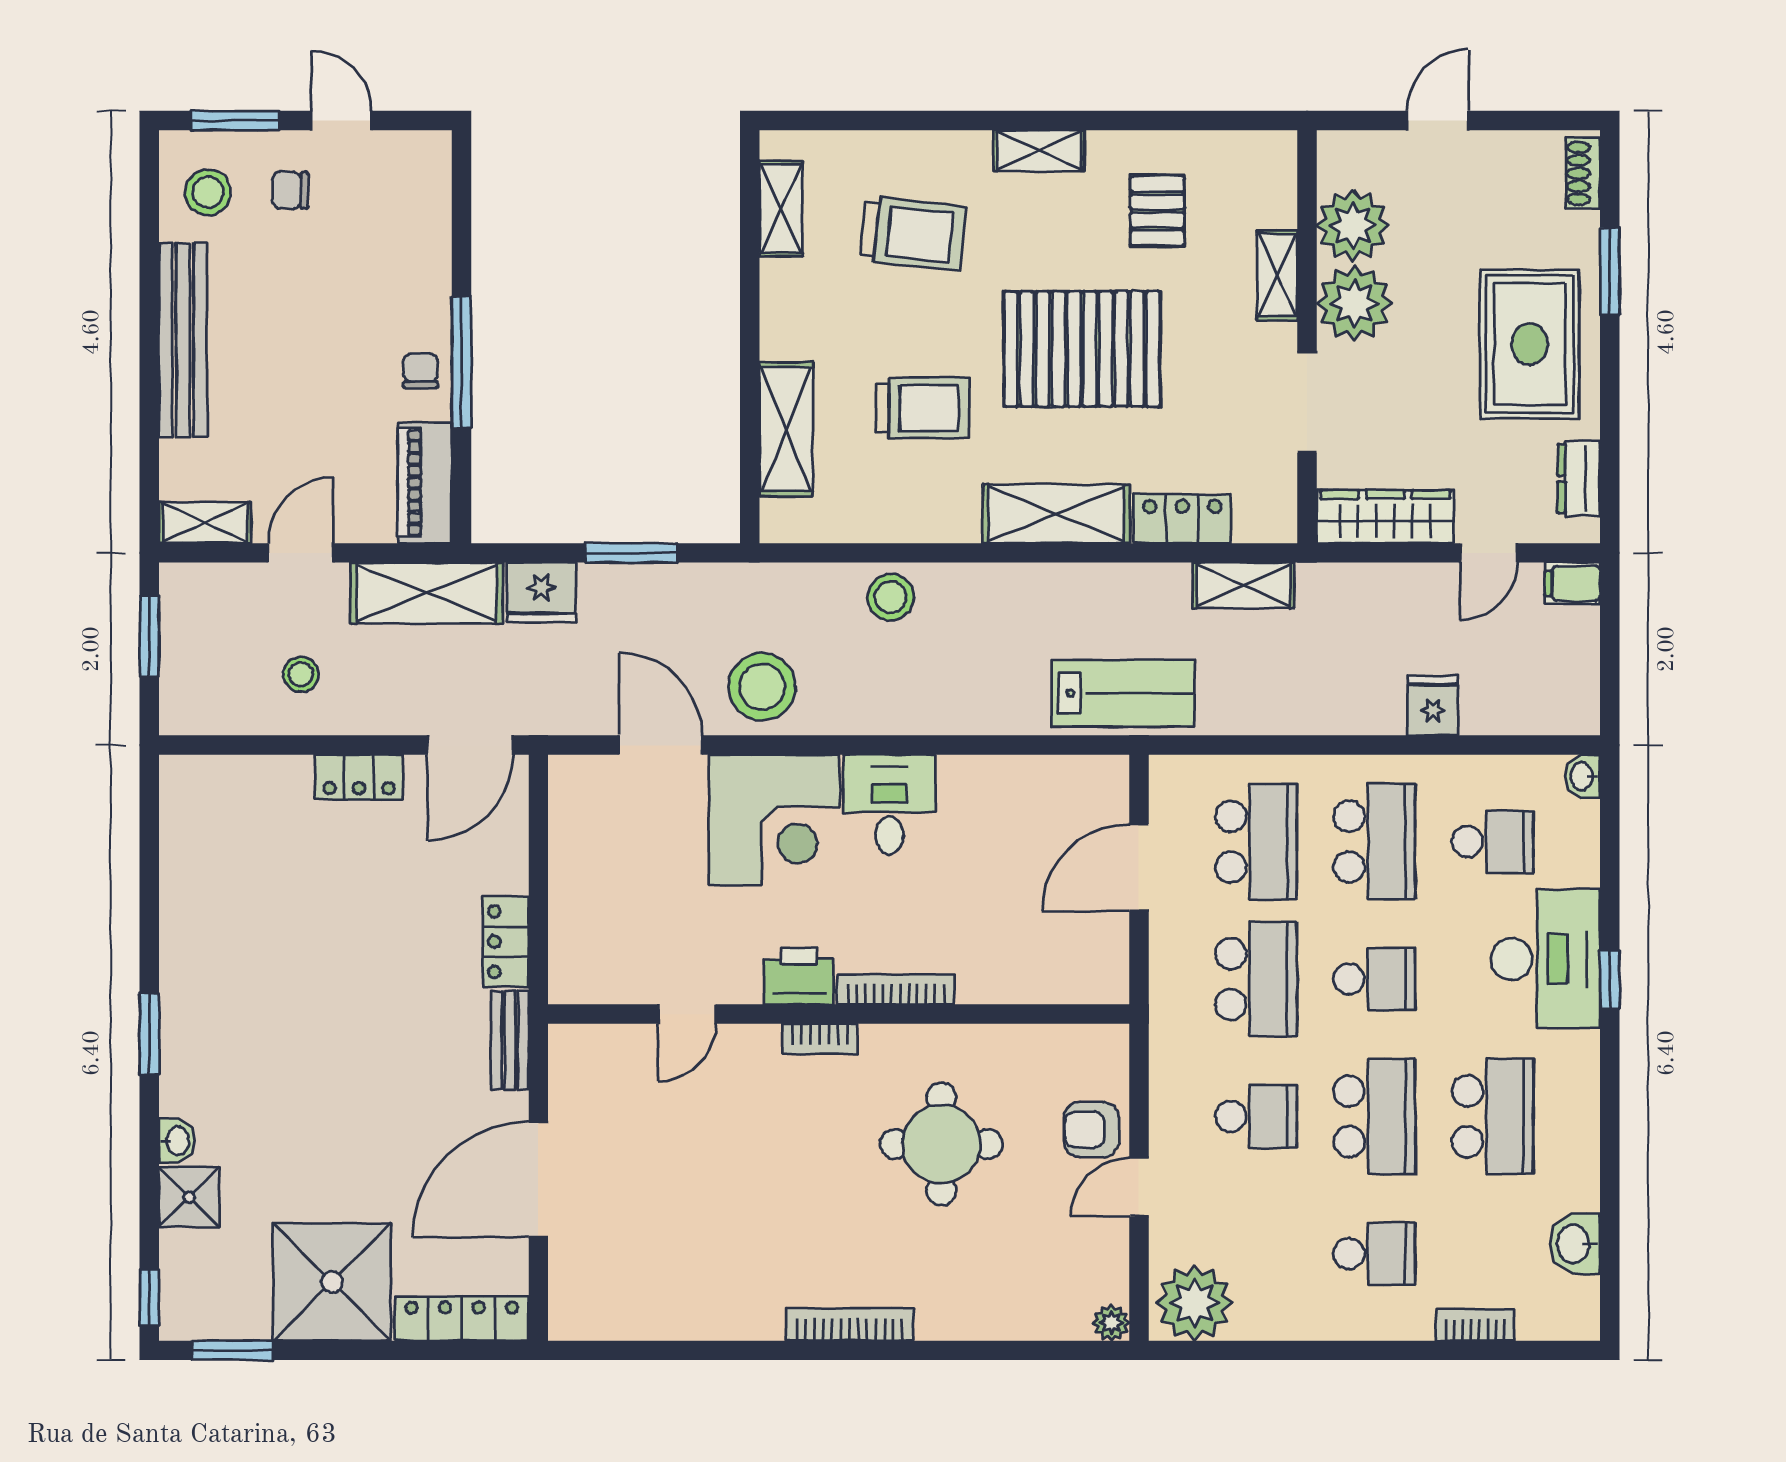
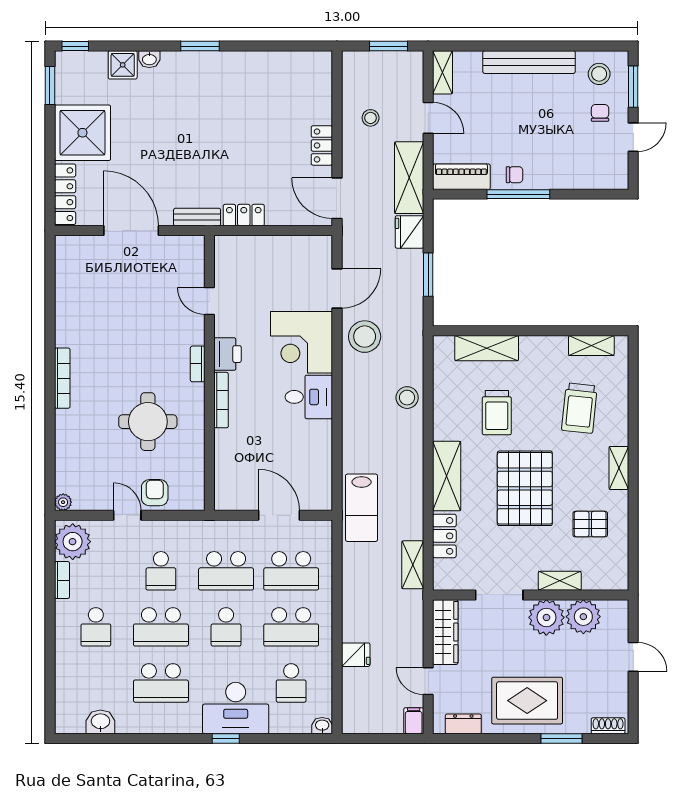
bookcase: (1475, 1325) -> (62, 580), moved

